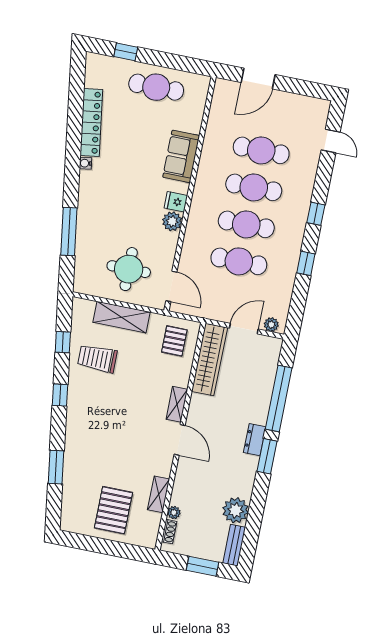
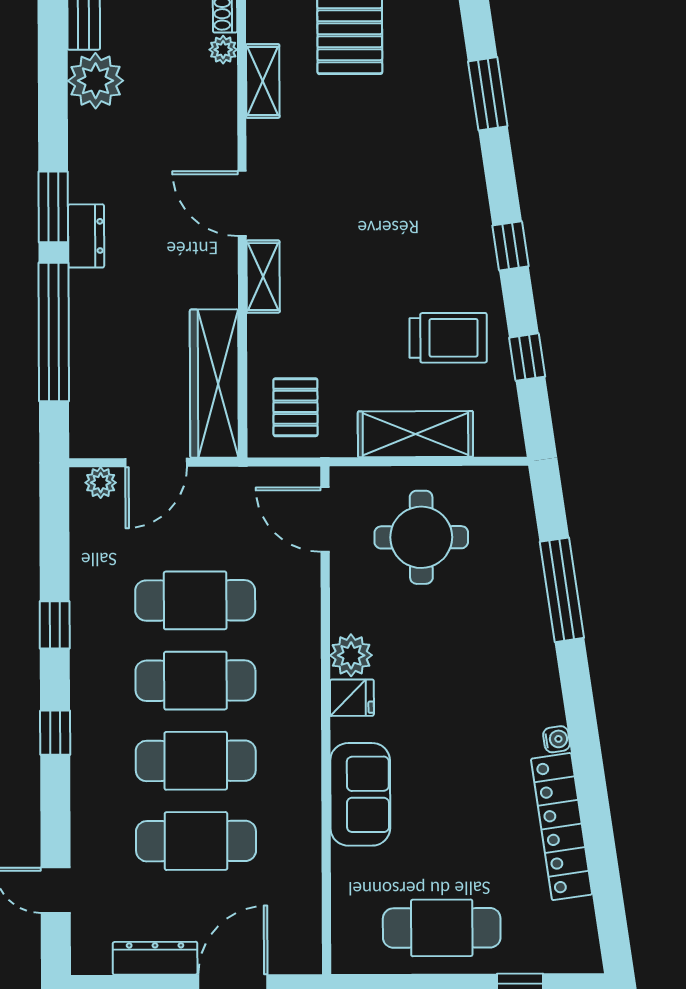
dresser: (291, 100) -> (155, 958), added

